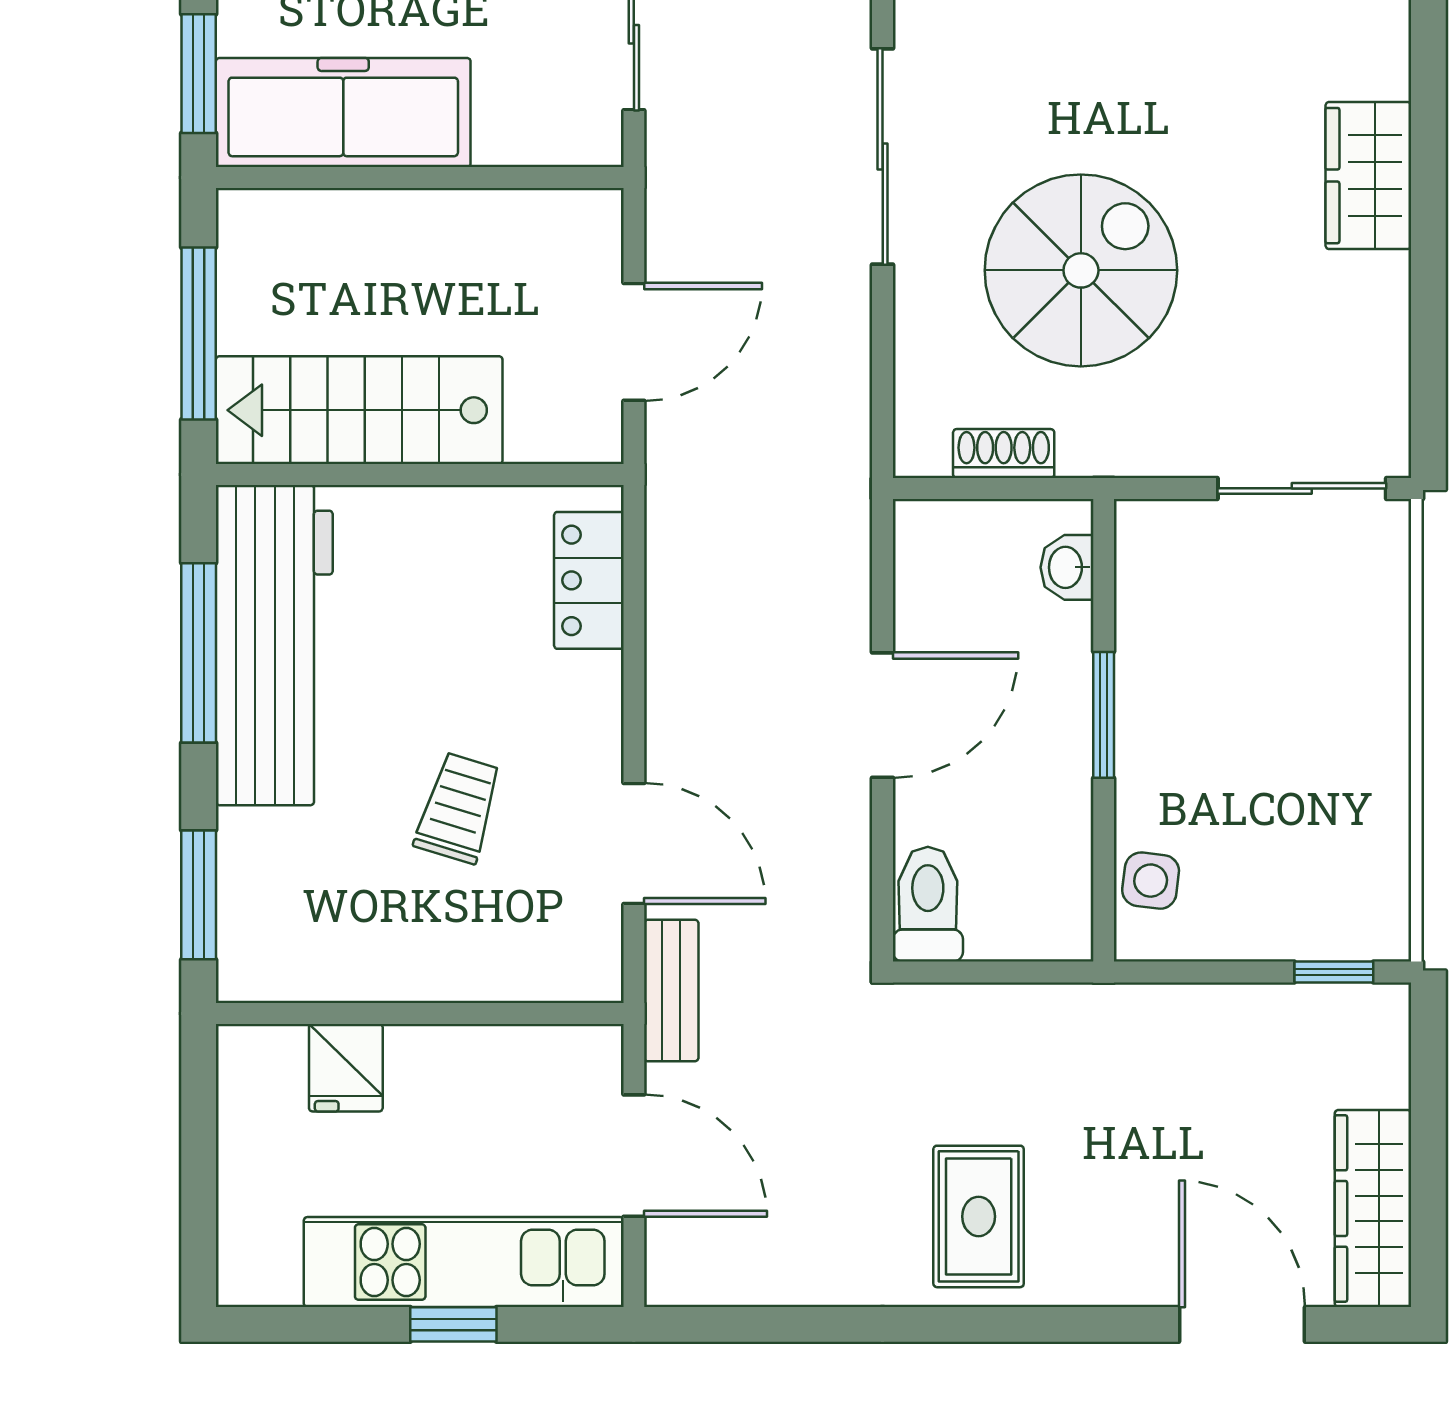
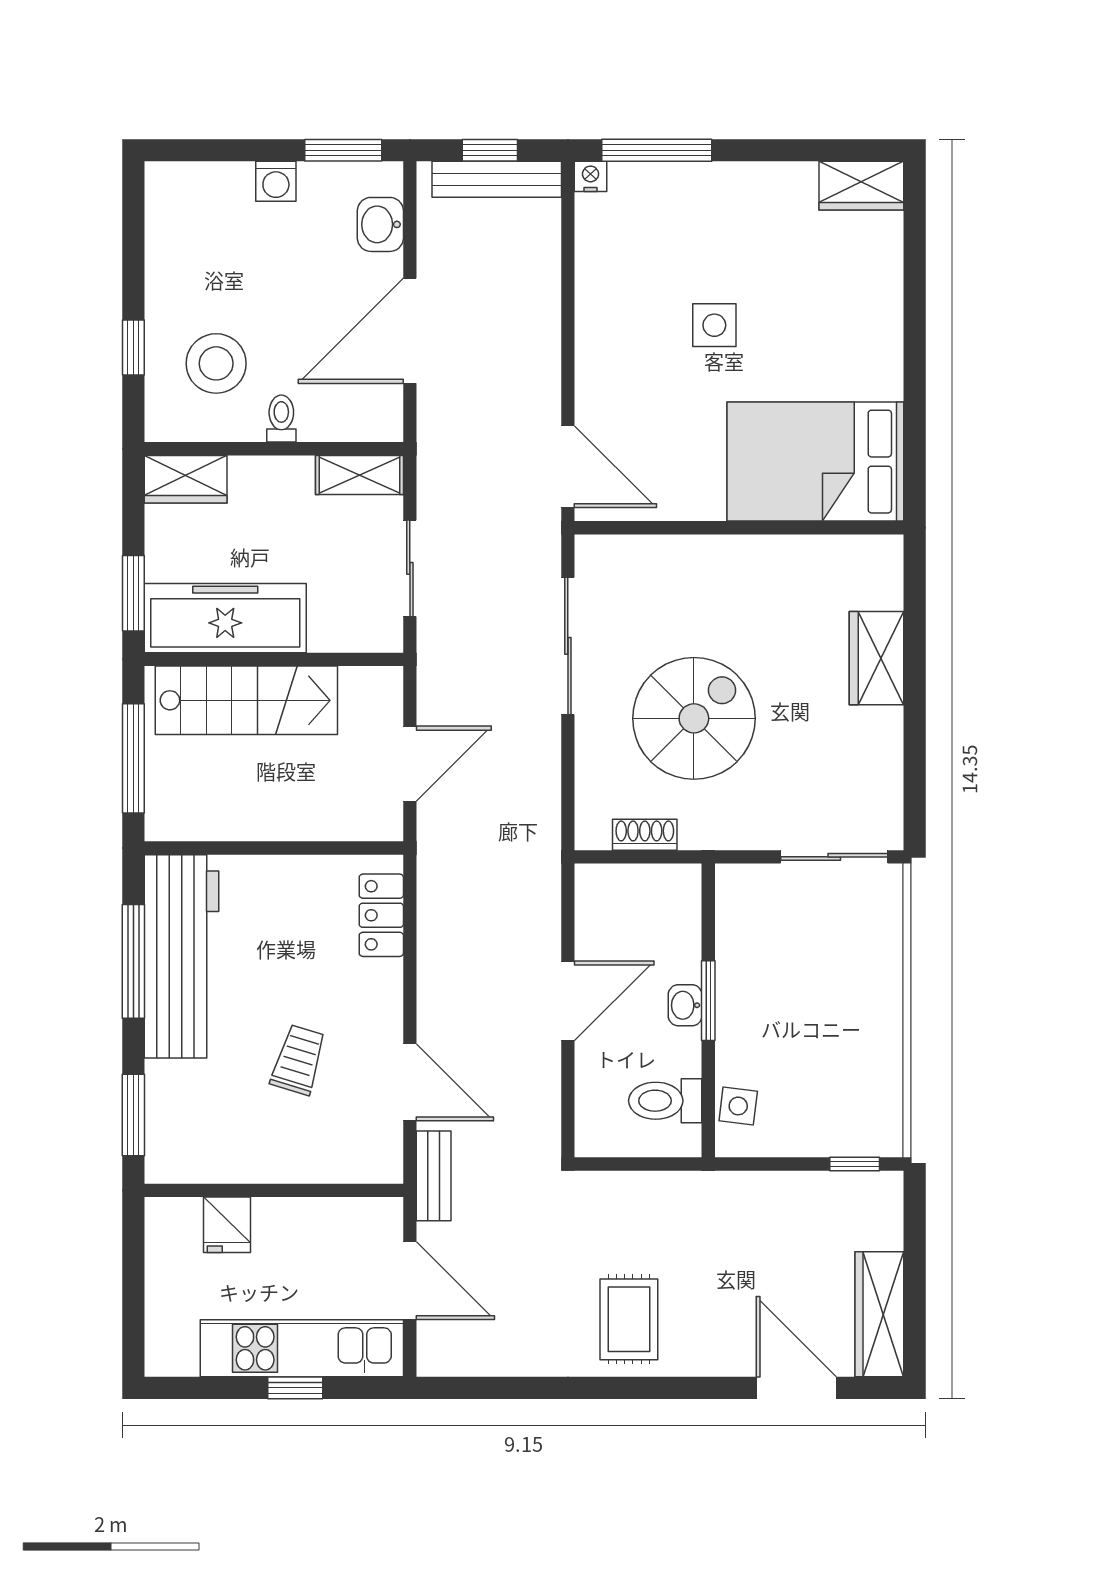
stairs: (359, 410) -> (246, 700), moved, turned 180
washbasin: (1067, 567) -> (685, 1005), moved
toilet: (928, 904) -> (665, 1101), moved, turned -90

